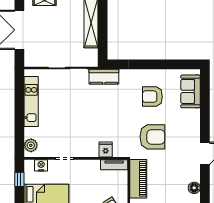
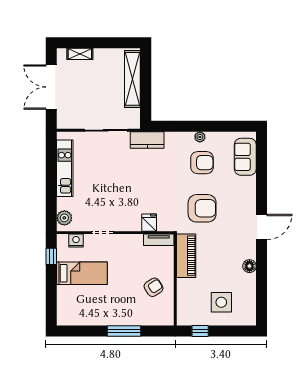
plant: (150, 74) -> (200, 137), added
armchair: (152, 97) -> (202, 163), turned 180

